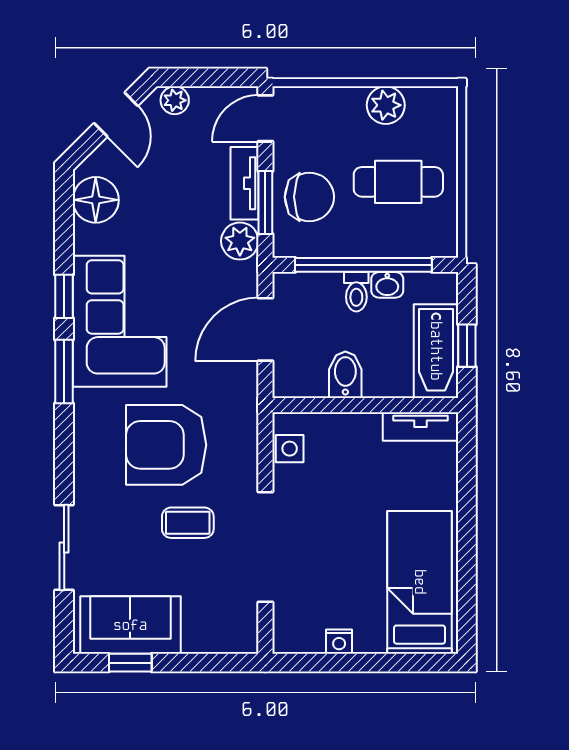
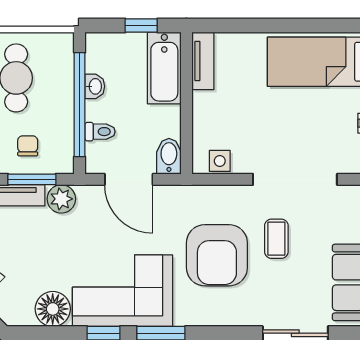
chair: (309, 197) -> (28, 146), width x0.54, depth x0.54
floor lamp: (96, 200) -> (53, 309), moved
toilet: (356, 292) -> (100, 132), moved
bathtub: (436, 351) -> (164, 68), moved, turned 90
bidet: (345, 375) -> (169, 156), moved, turned 90

